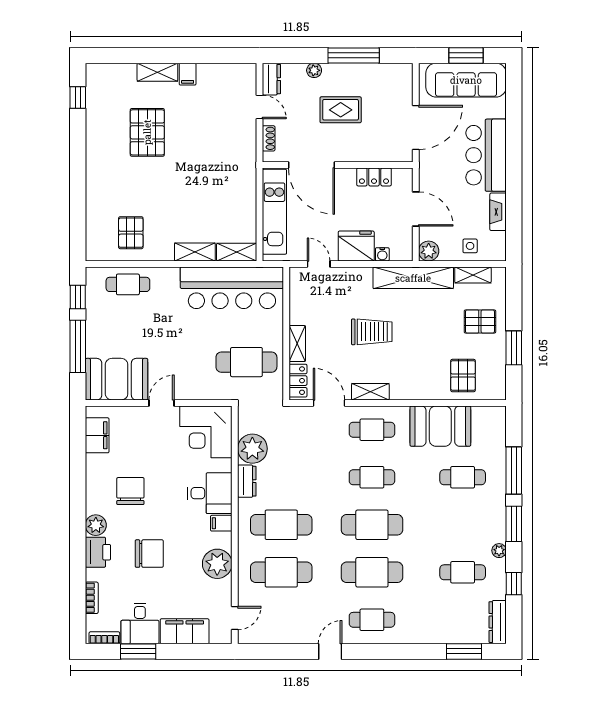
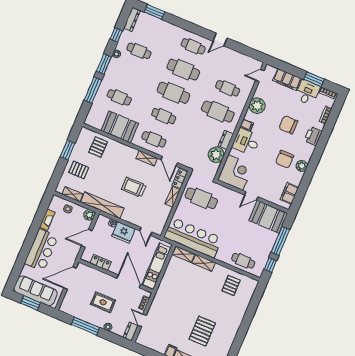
door: (416, 209) -> (87, 238), hinge flipped
plant: (96, 525) -> (302, 166), moved
cafe table: (281, 572) -> (228, 88), width x0.73, depth x0.74

